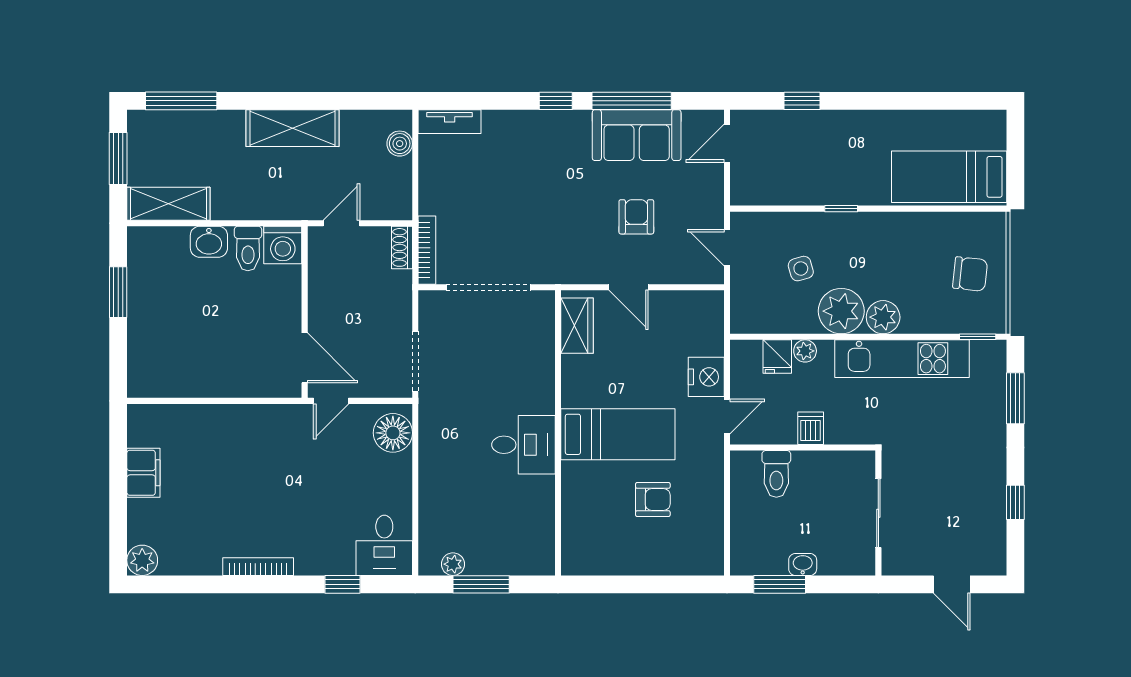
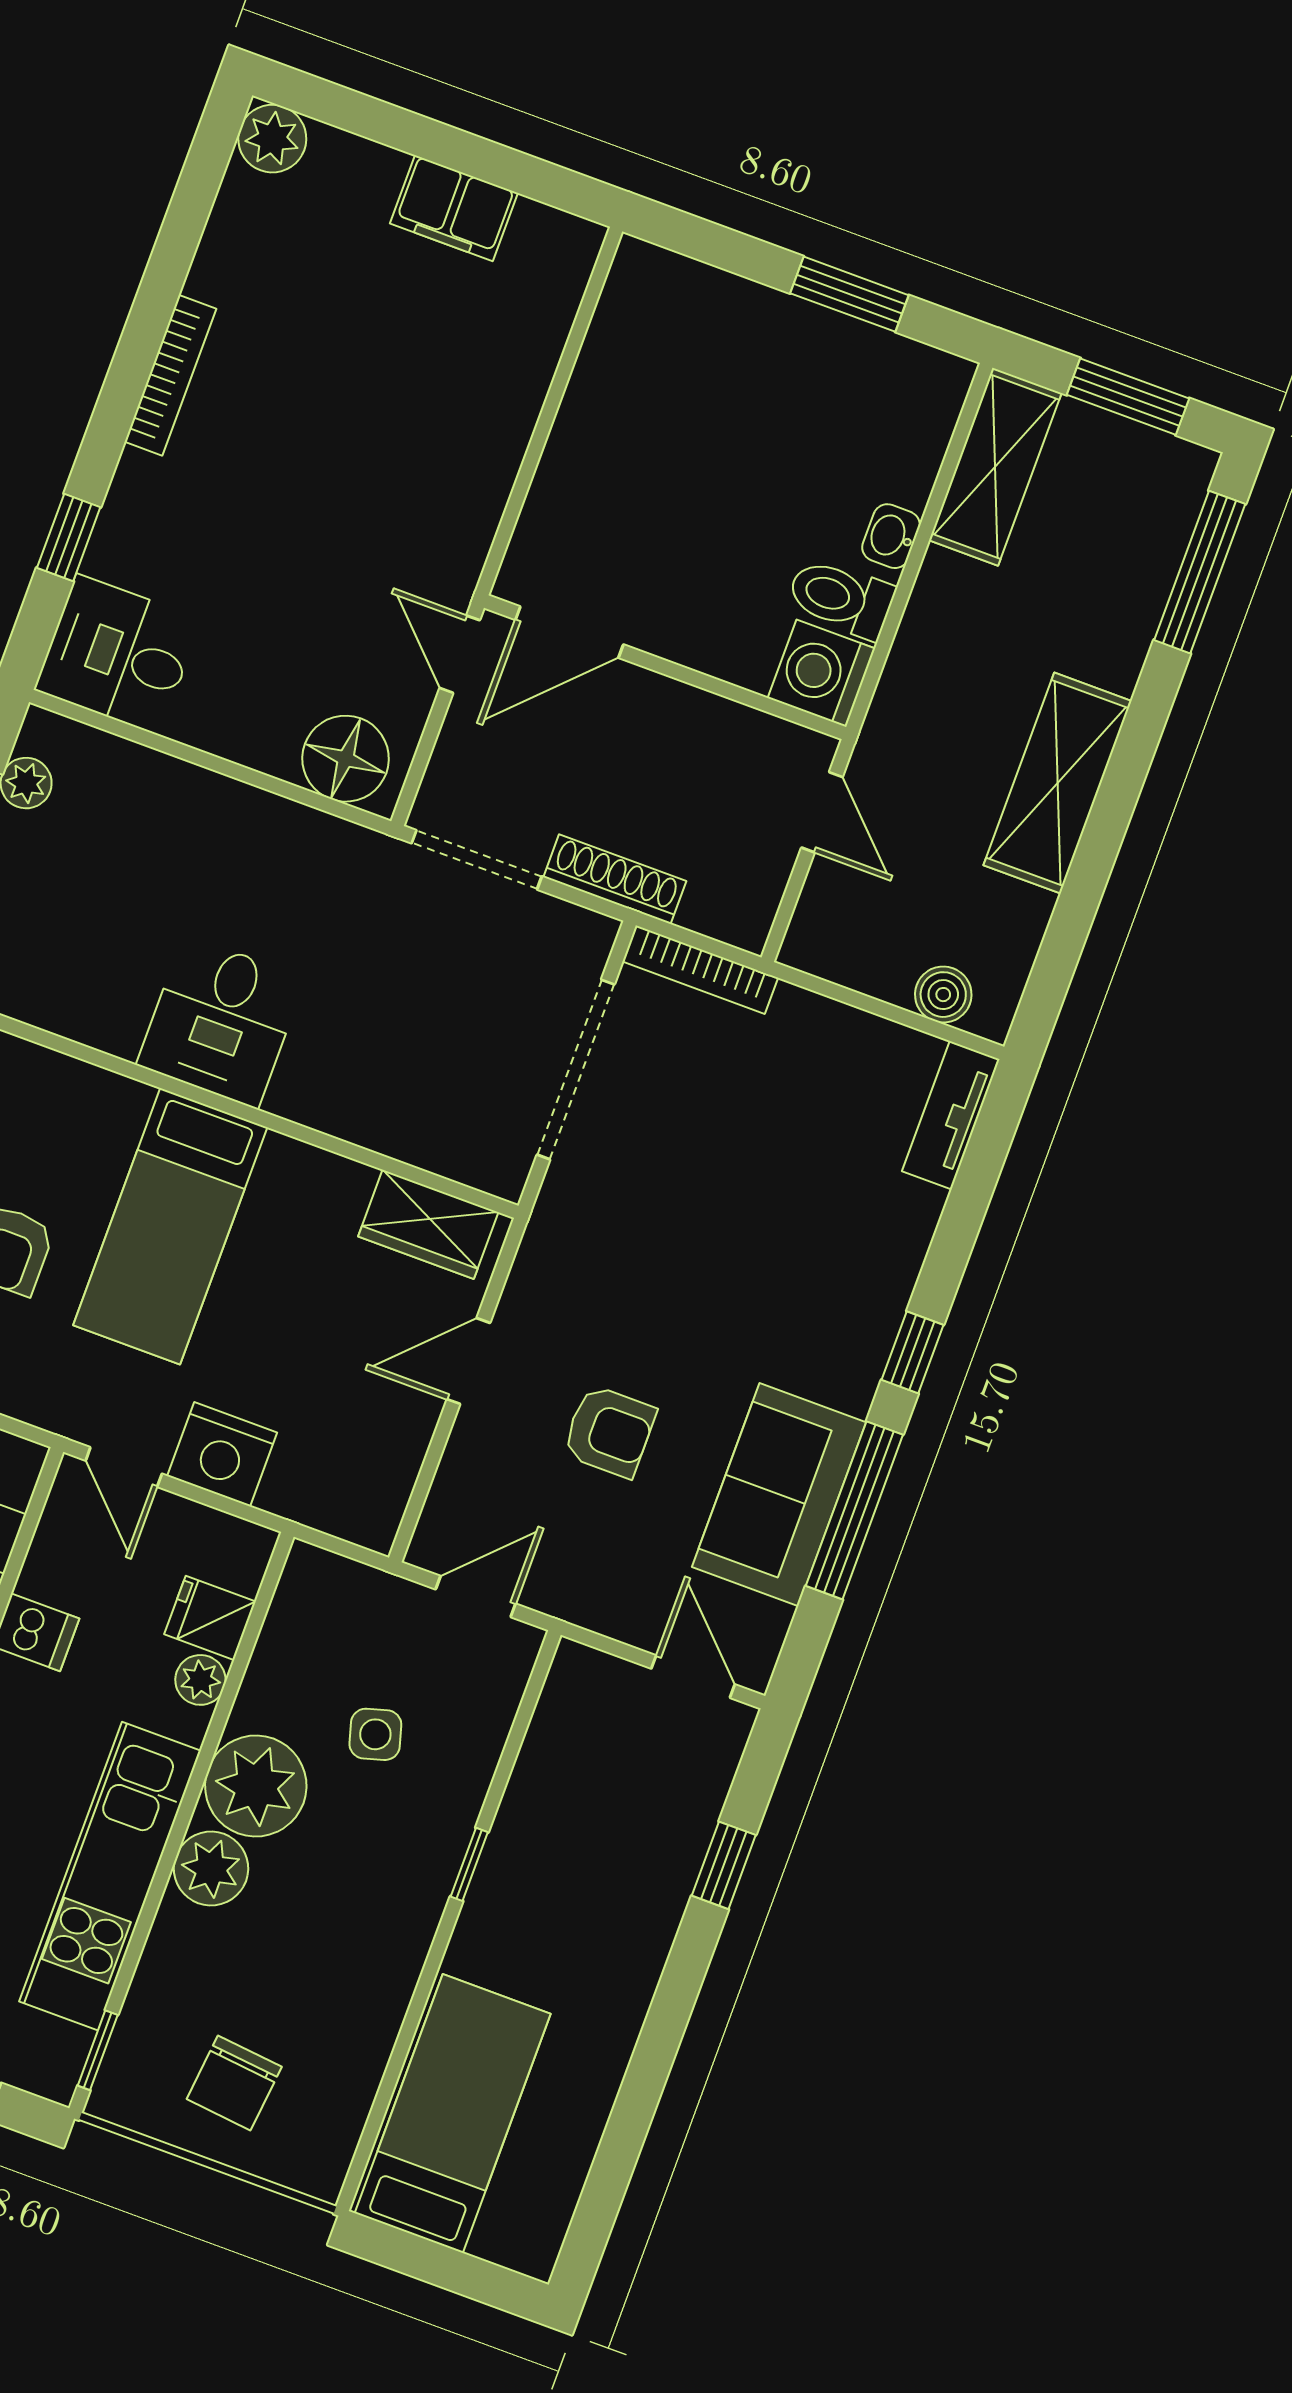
washbasin: (209, 242) -> (891, 536), width x0.72, depth x0.69
shoe rack: (402, 247) -> (615, 879), moved, width x1.43

